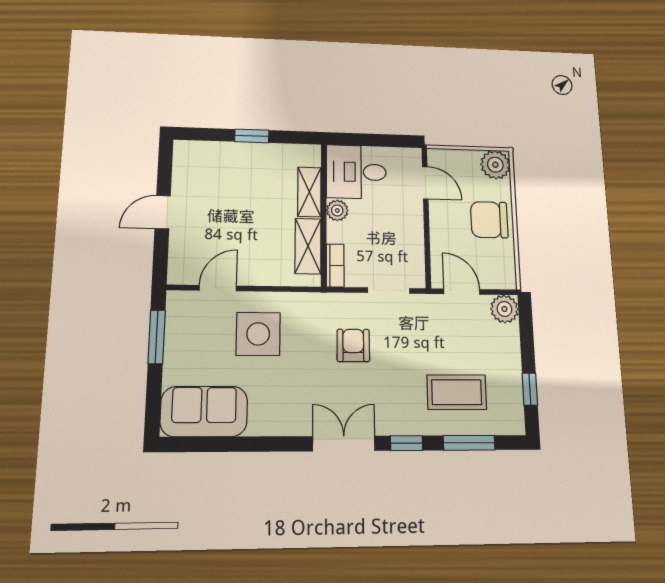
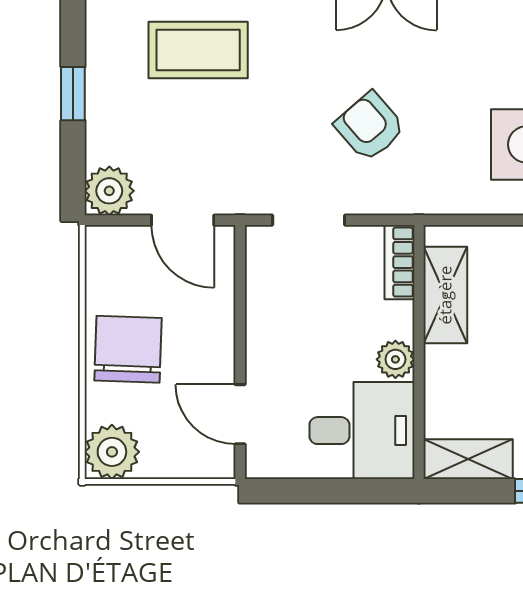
shelving: (309, 192) -> (468, 459), moved, turned 90
chair: (489, 220) -> (128, 349), turned -88
armchair: (353, 345) -> (370, 127), turned 139
window: (530, 389) -> (73, 94), moved

